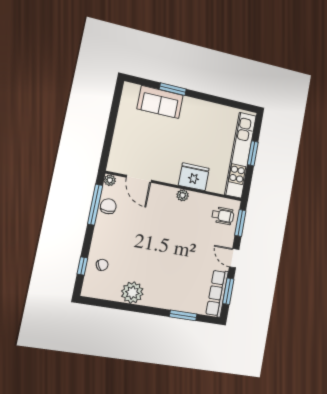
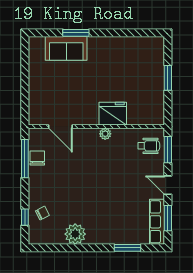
kitchen unit: (240, 155) -> (156, 82), removed
plant: (110, 180) -> (34, 133), removed

